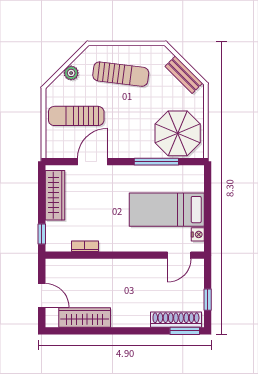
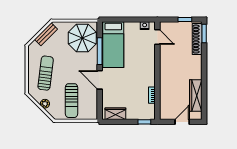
door: (93, 162) -> (100, 80), moved
wardrobe: (55, 195) -> (115, 114), width x0.67
bed: (167, 210) -> (113, 45), moved

